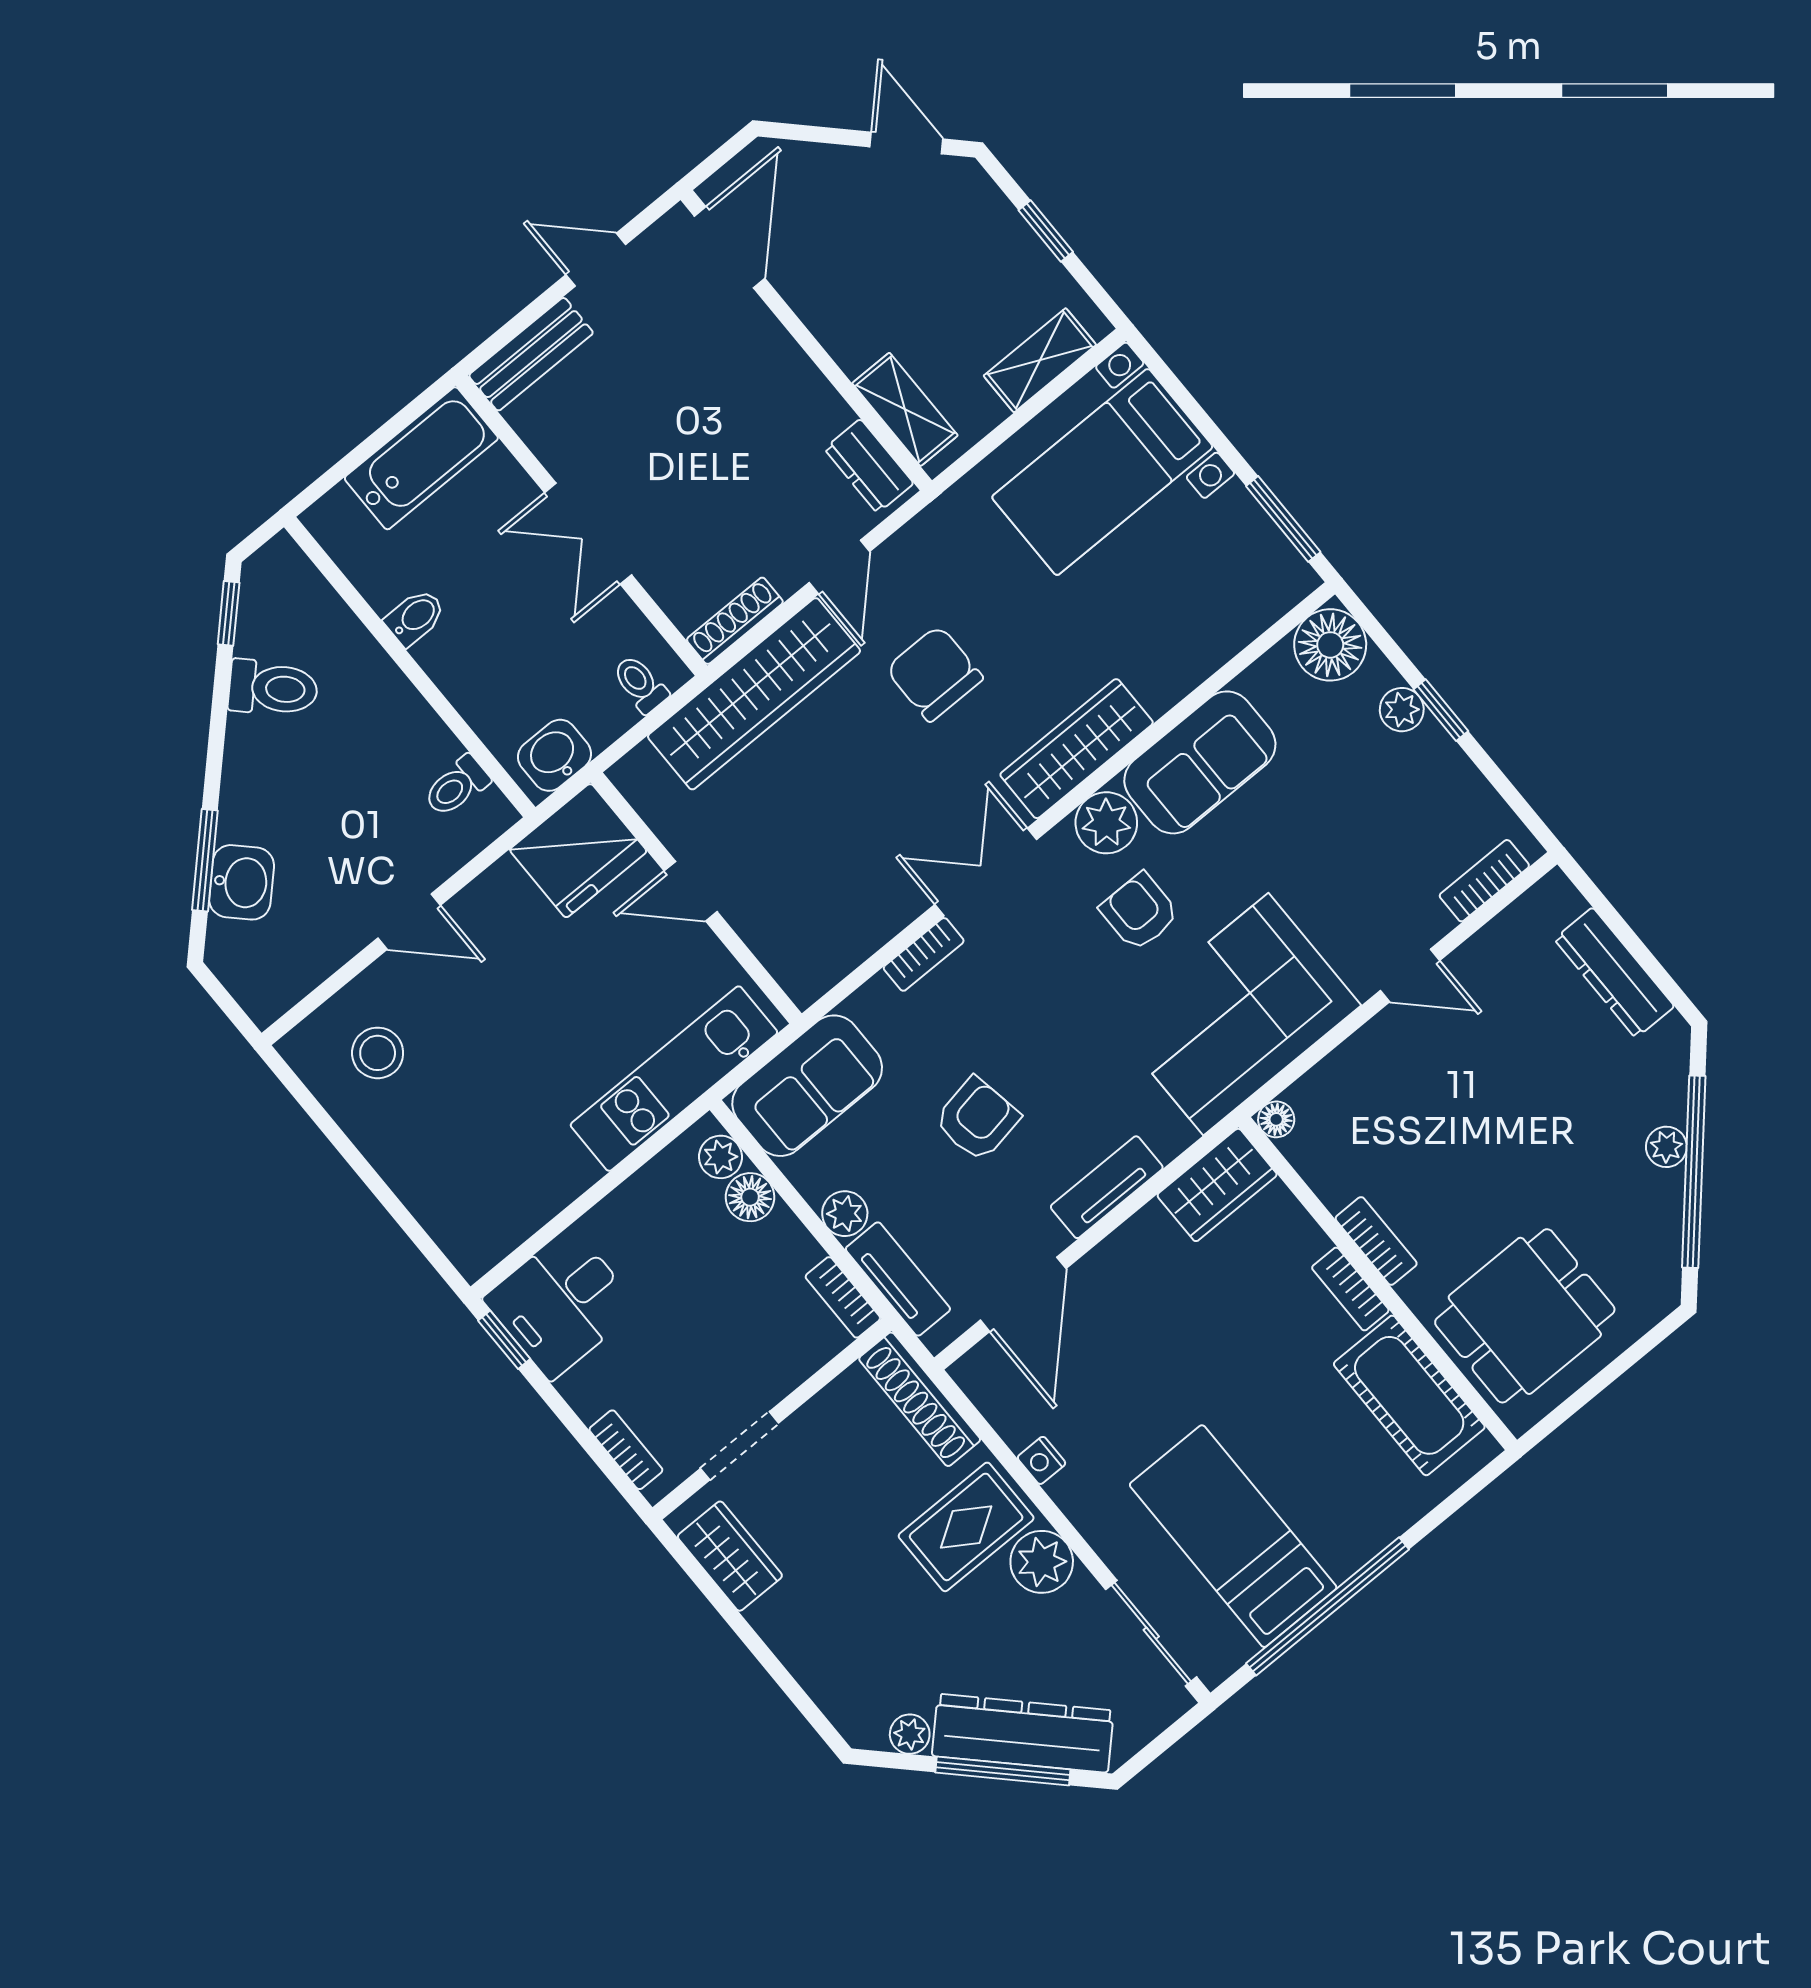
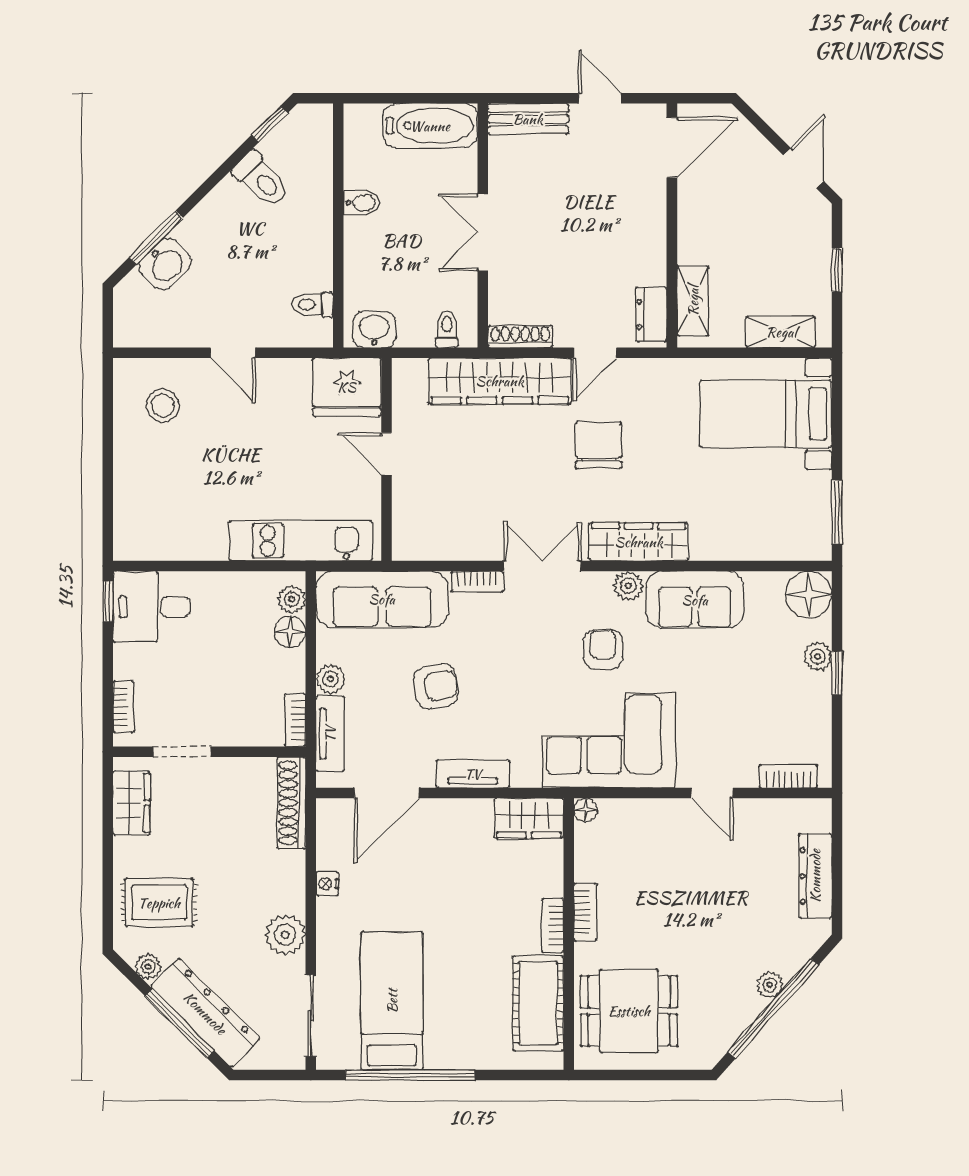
plant: (1106, 823) -> (628, 586), width x0.73, depth x0.73
sofa: (807, 1086) -> (382, 599), width x1.36
rug: (966, 1527) -> (159, 903), moved

